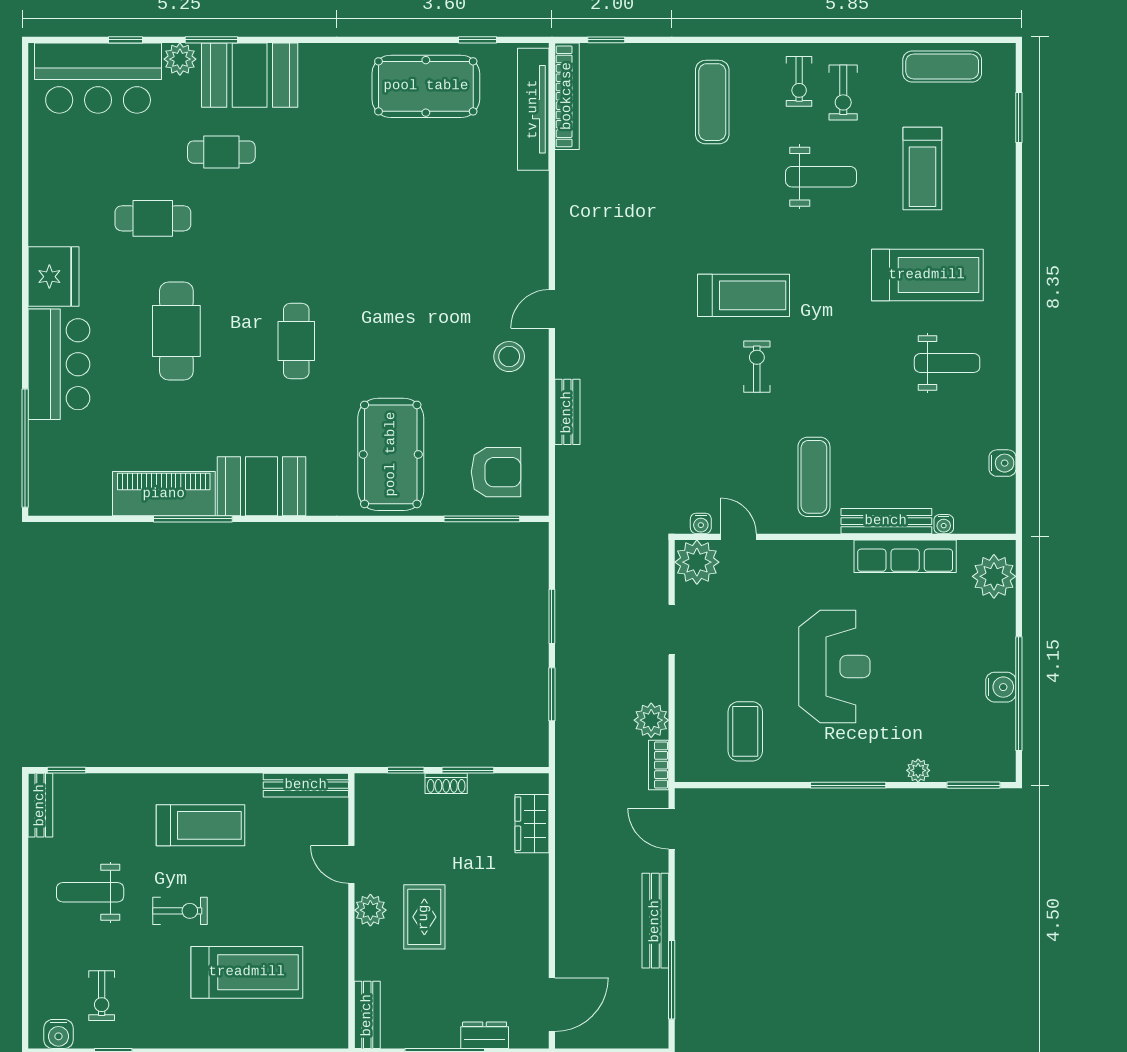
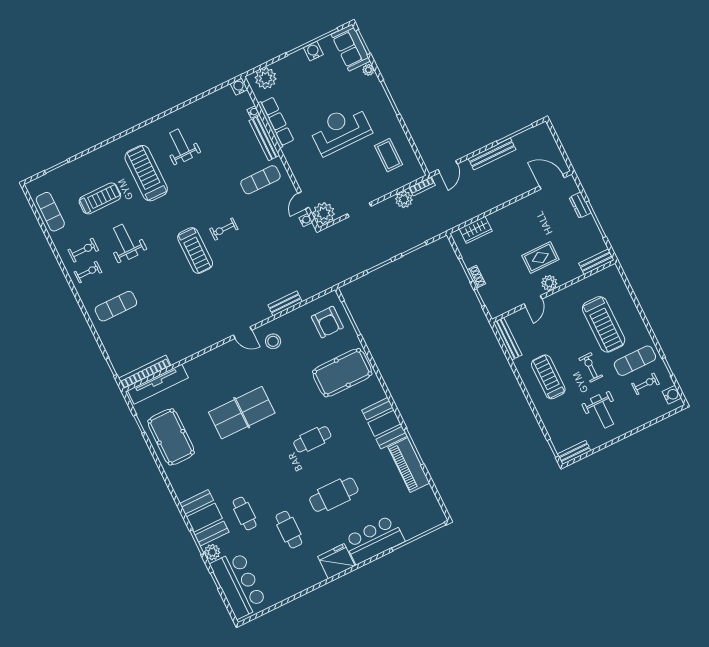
table tennis table: (407, 236) -> (242, 413), added
treadmill: (743, 295) -> (195, 250), turned 180
water cooler: (1002, 463) -> (239, 87), moved
armchair: (496, 472) -> (327, 322), turned 180
coffee table: (745, 731) -> (388, 155), turned 90
sofa: (974, 758) -> (351, 48), added
treadmill: (247, 972) -> (604, 324), turned 180
exercise mat: (153, 997) -> (635, 361), added

